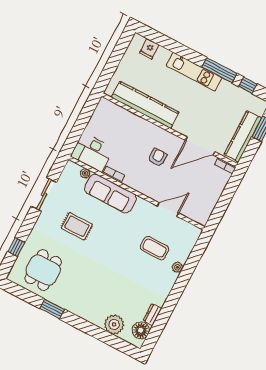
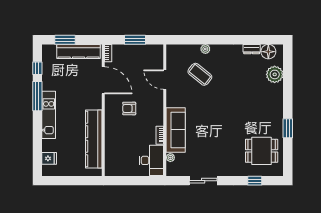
window: (225, 200) -> (135, 40), added
rug: (77, 226) -> (214, 143), removed
coffee table: (154, 248) -> (200, 74), turned -51

